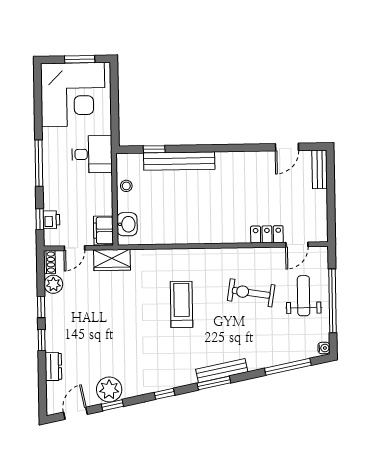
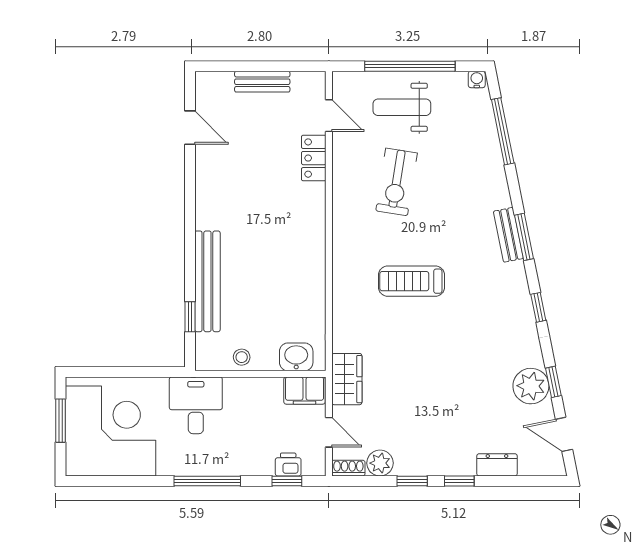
bench: (320, 169) -> (262, 82), moved
bench: (222, 371) -> (508, 235), width x0.73

